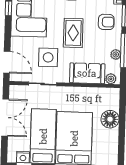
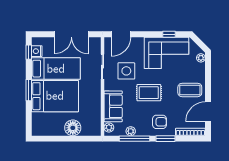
armchair: (106, 22) -> (159, 122), turned -90

